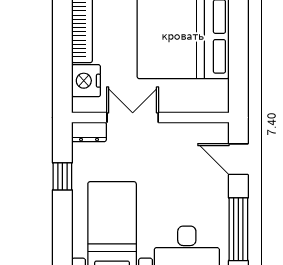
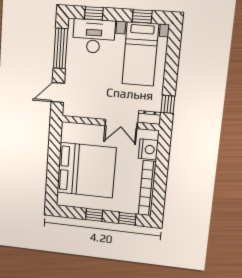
door: (238, 159) -> (58, 92), swing flipped
window: (62, 176) -> (168, 104), moved

